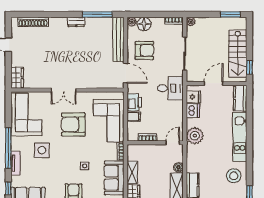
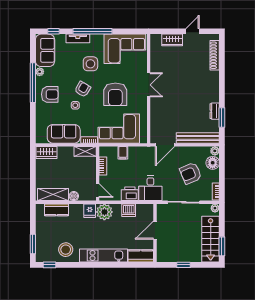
window: (97, 14) -> (222, 118), width x0.69
dresser: (76, 22) -> (215, 111), moved
armchair: (144, 50) -> (191, 173), moved, turned 67
stairs: (238, 54) -> (211, 239), moved, turned -90
window: (249, 67) -> (183, 265), moved
wardrobe: (17, 78) -> (172, 40), moved
door: (214, 83) -> (155, 230), swing flipped
double door: (64, 90) -> (149, 85), swing flipped
fridge: (194, 97) -> (90, 211), moved
printer: (134, 102) -> (130, 194), moved, turned 180
armchair: (73, 124) -> (115, 94), turned 180
armchair: (68, 158) -> (83, 89), added
shelving: (132, 173) -> (85, 151), moved

